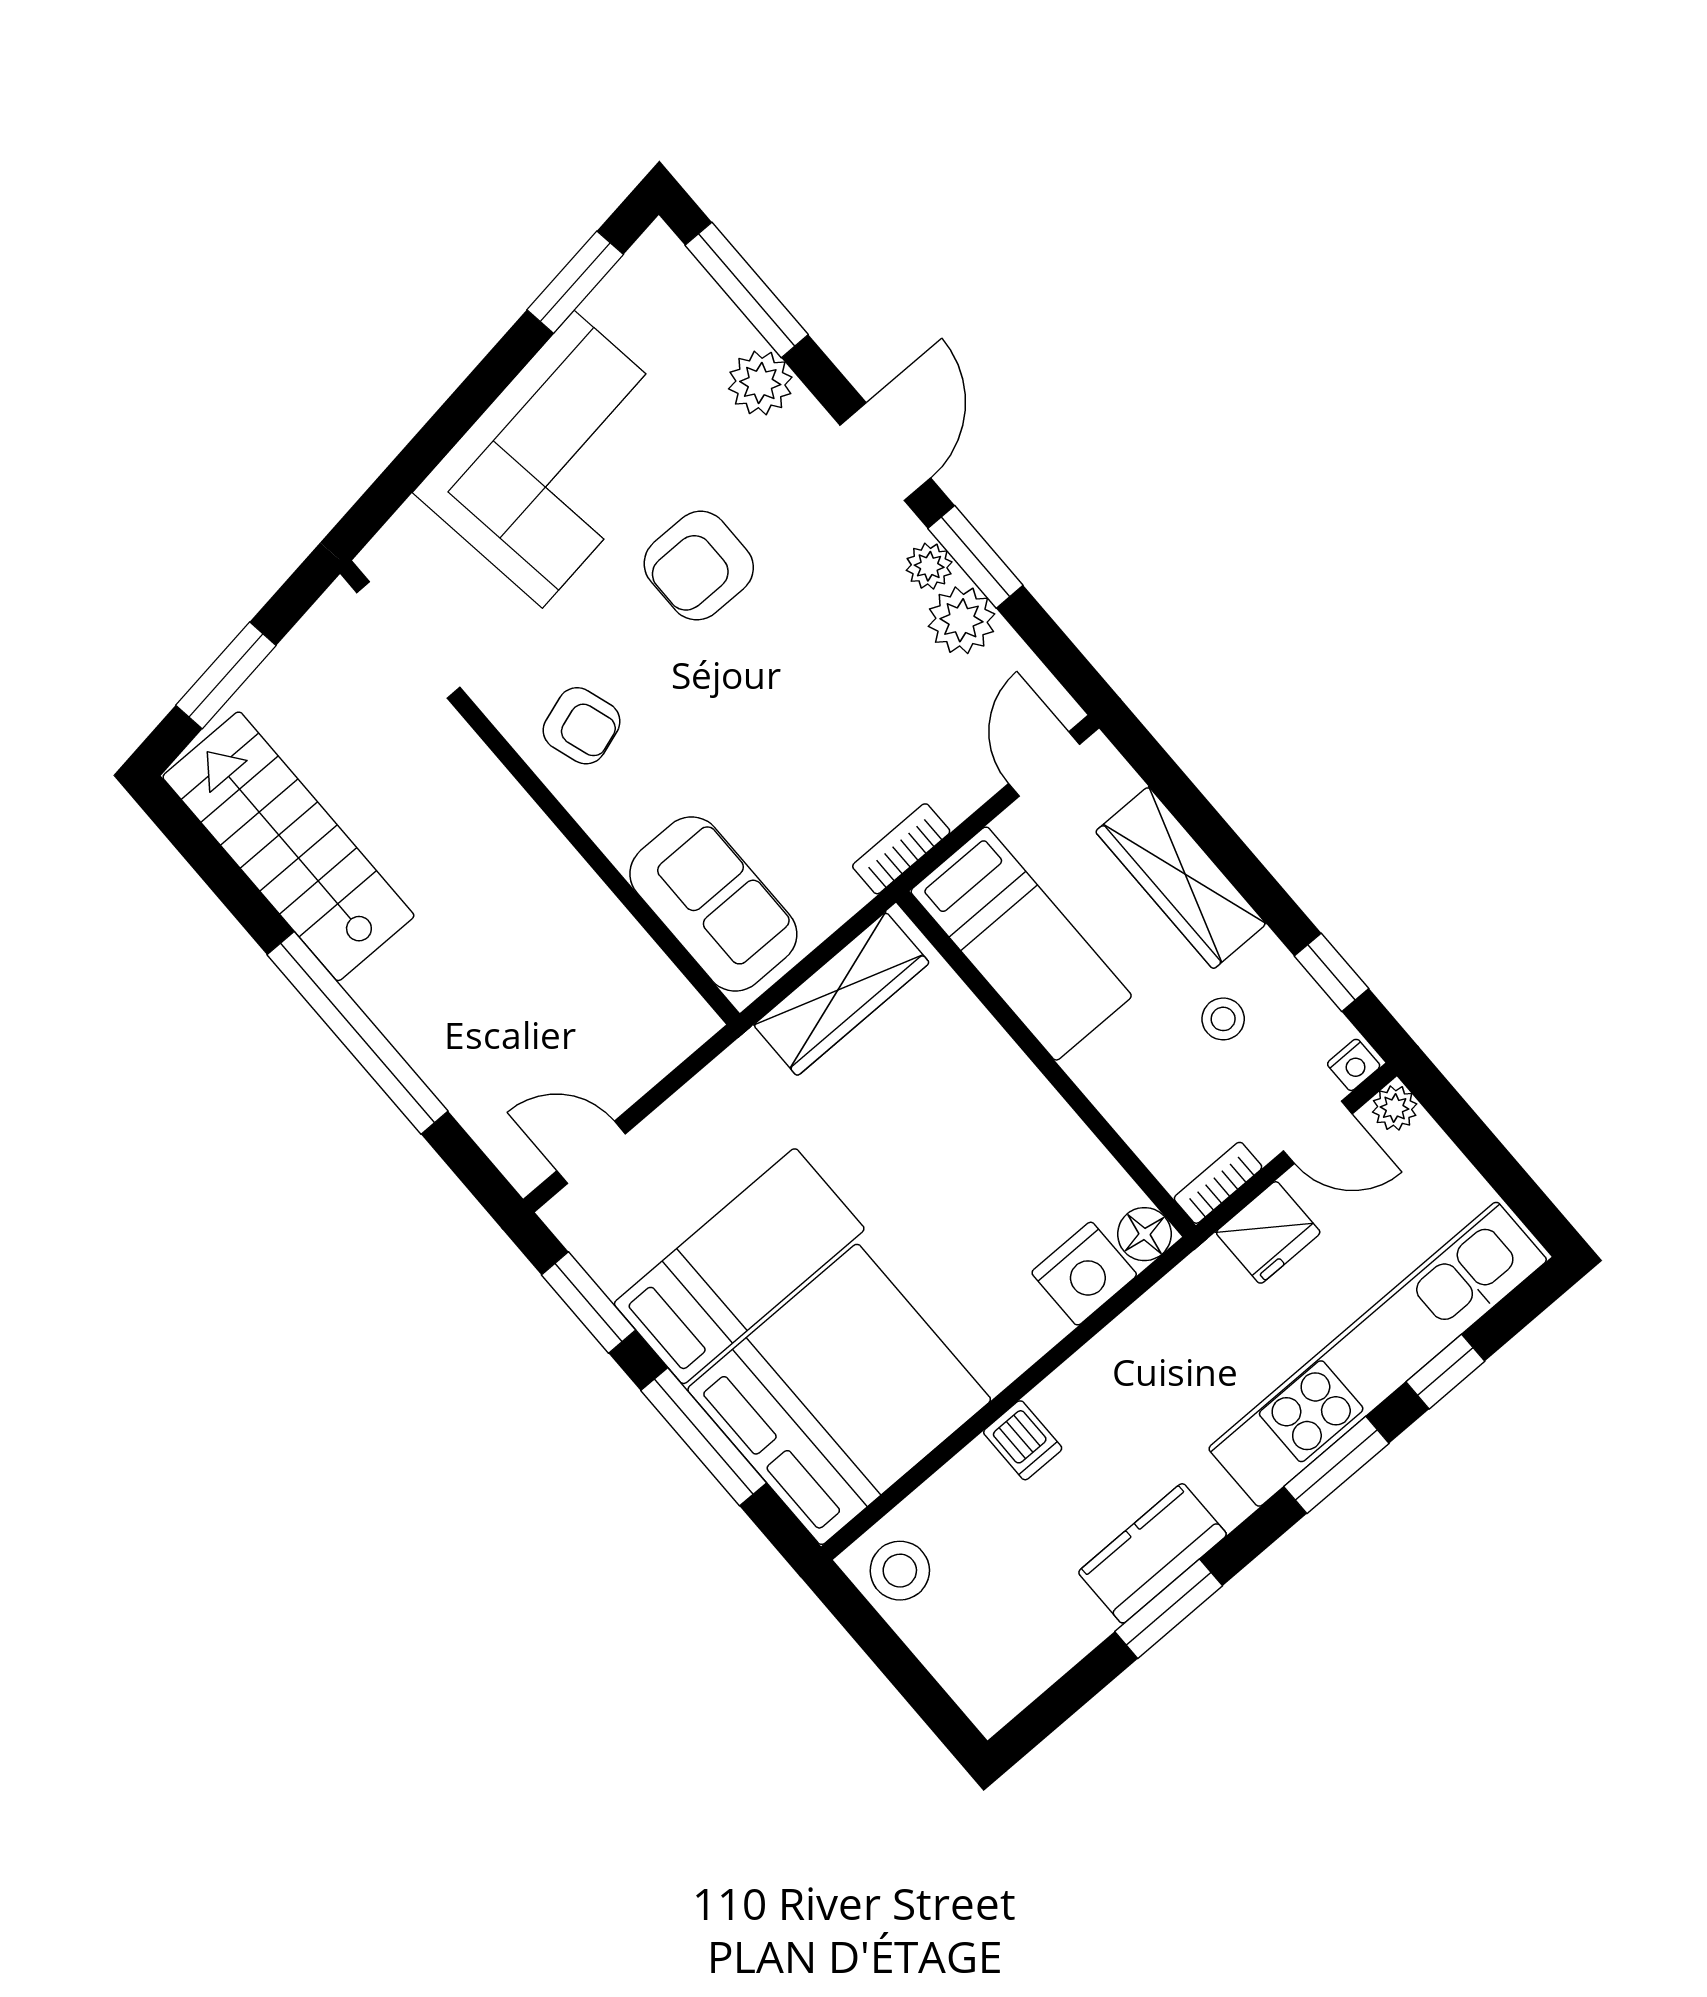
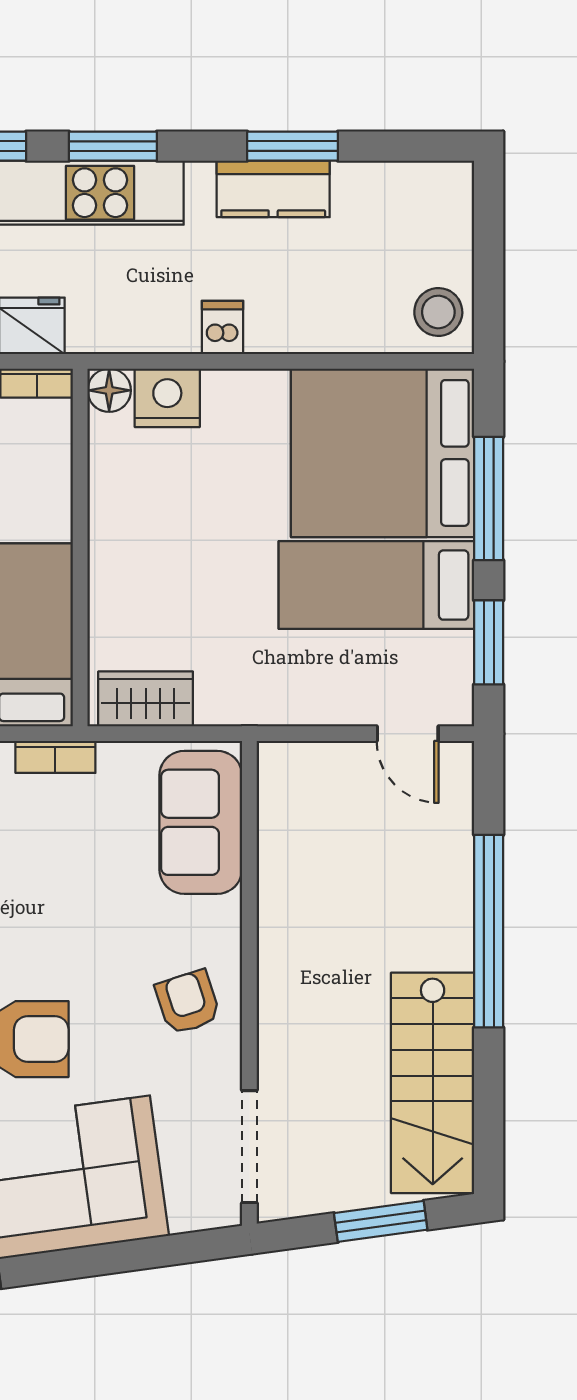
wardrobe: (841, 994) -> (146, 699), width x0.67
dishwasher: (1023, 1440) -> (222, 327), moved

